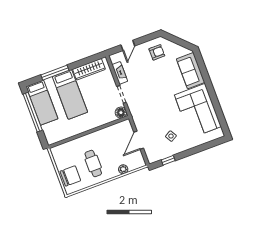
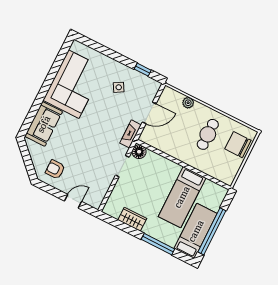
wardrobe: (89, 69) -> (132, 219), width x0.67
fireplace: (120, 73) -> (131, 134), moved
bed: (70, 94) -> (182, 197), moved, turned 180

